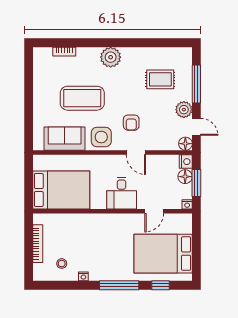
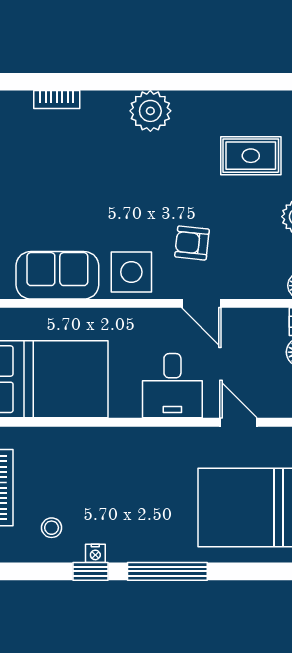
coffee table: (82, 98) -> (93, 194), removed
armchair: (131, 123) -> (192, 243), turned 96
door: (154, 211) -> (238, 422), swing flipped
window: (160, 285) -> (90, 571), moved

